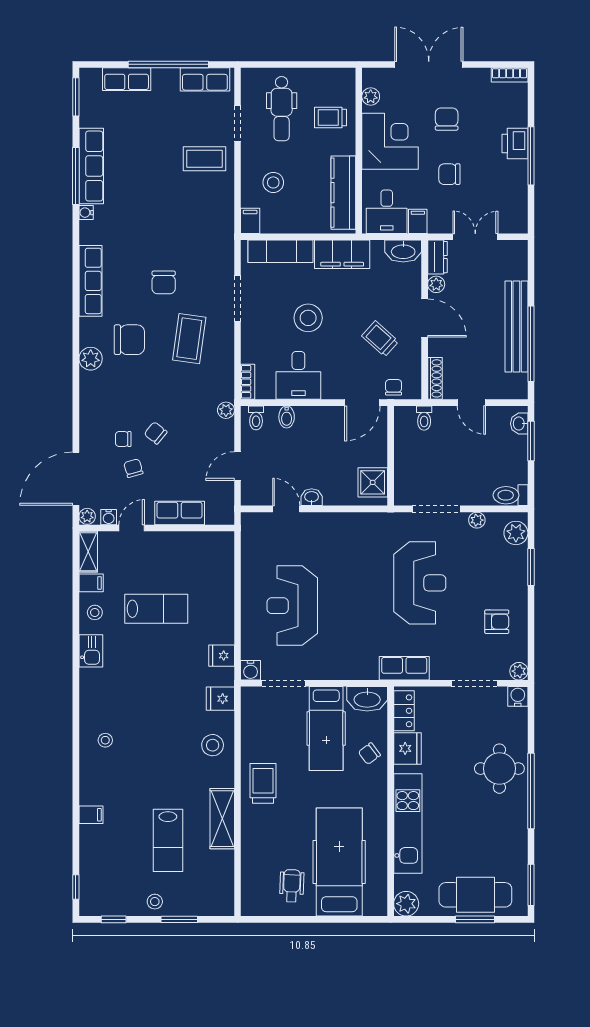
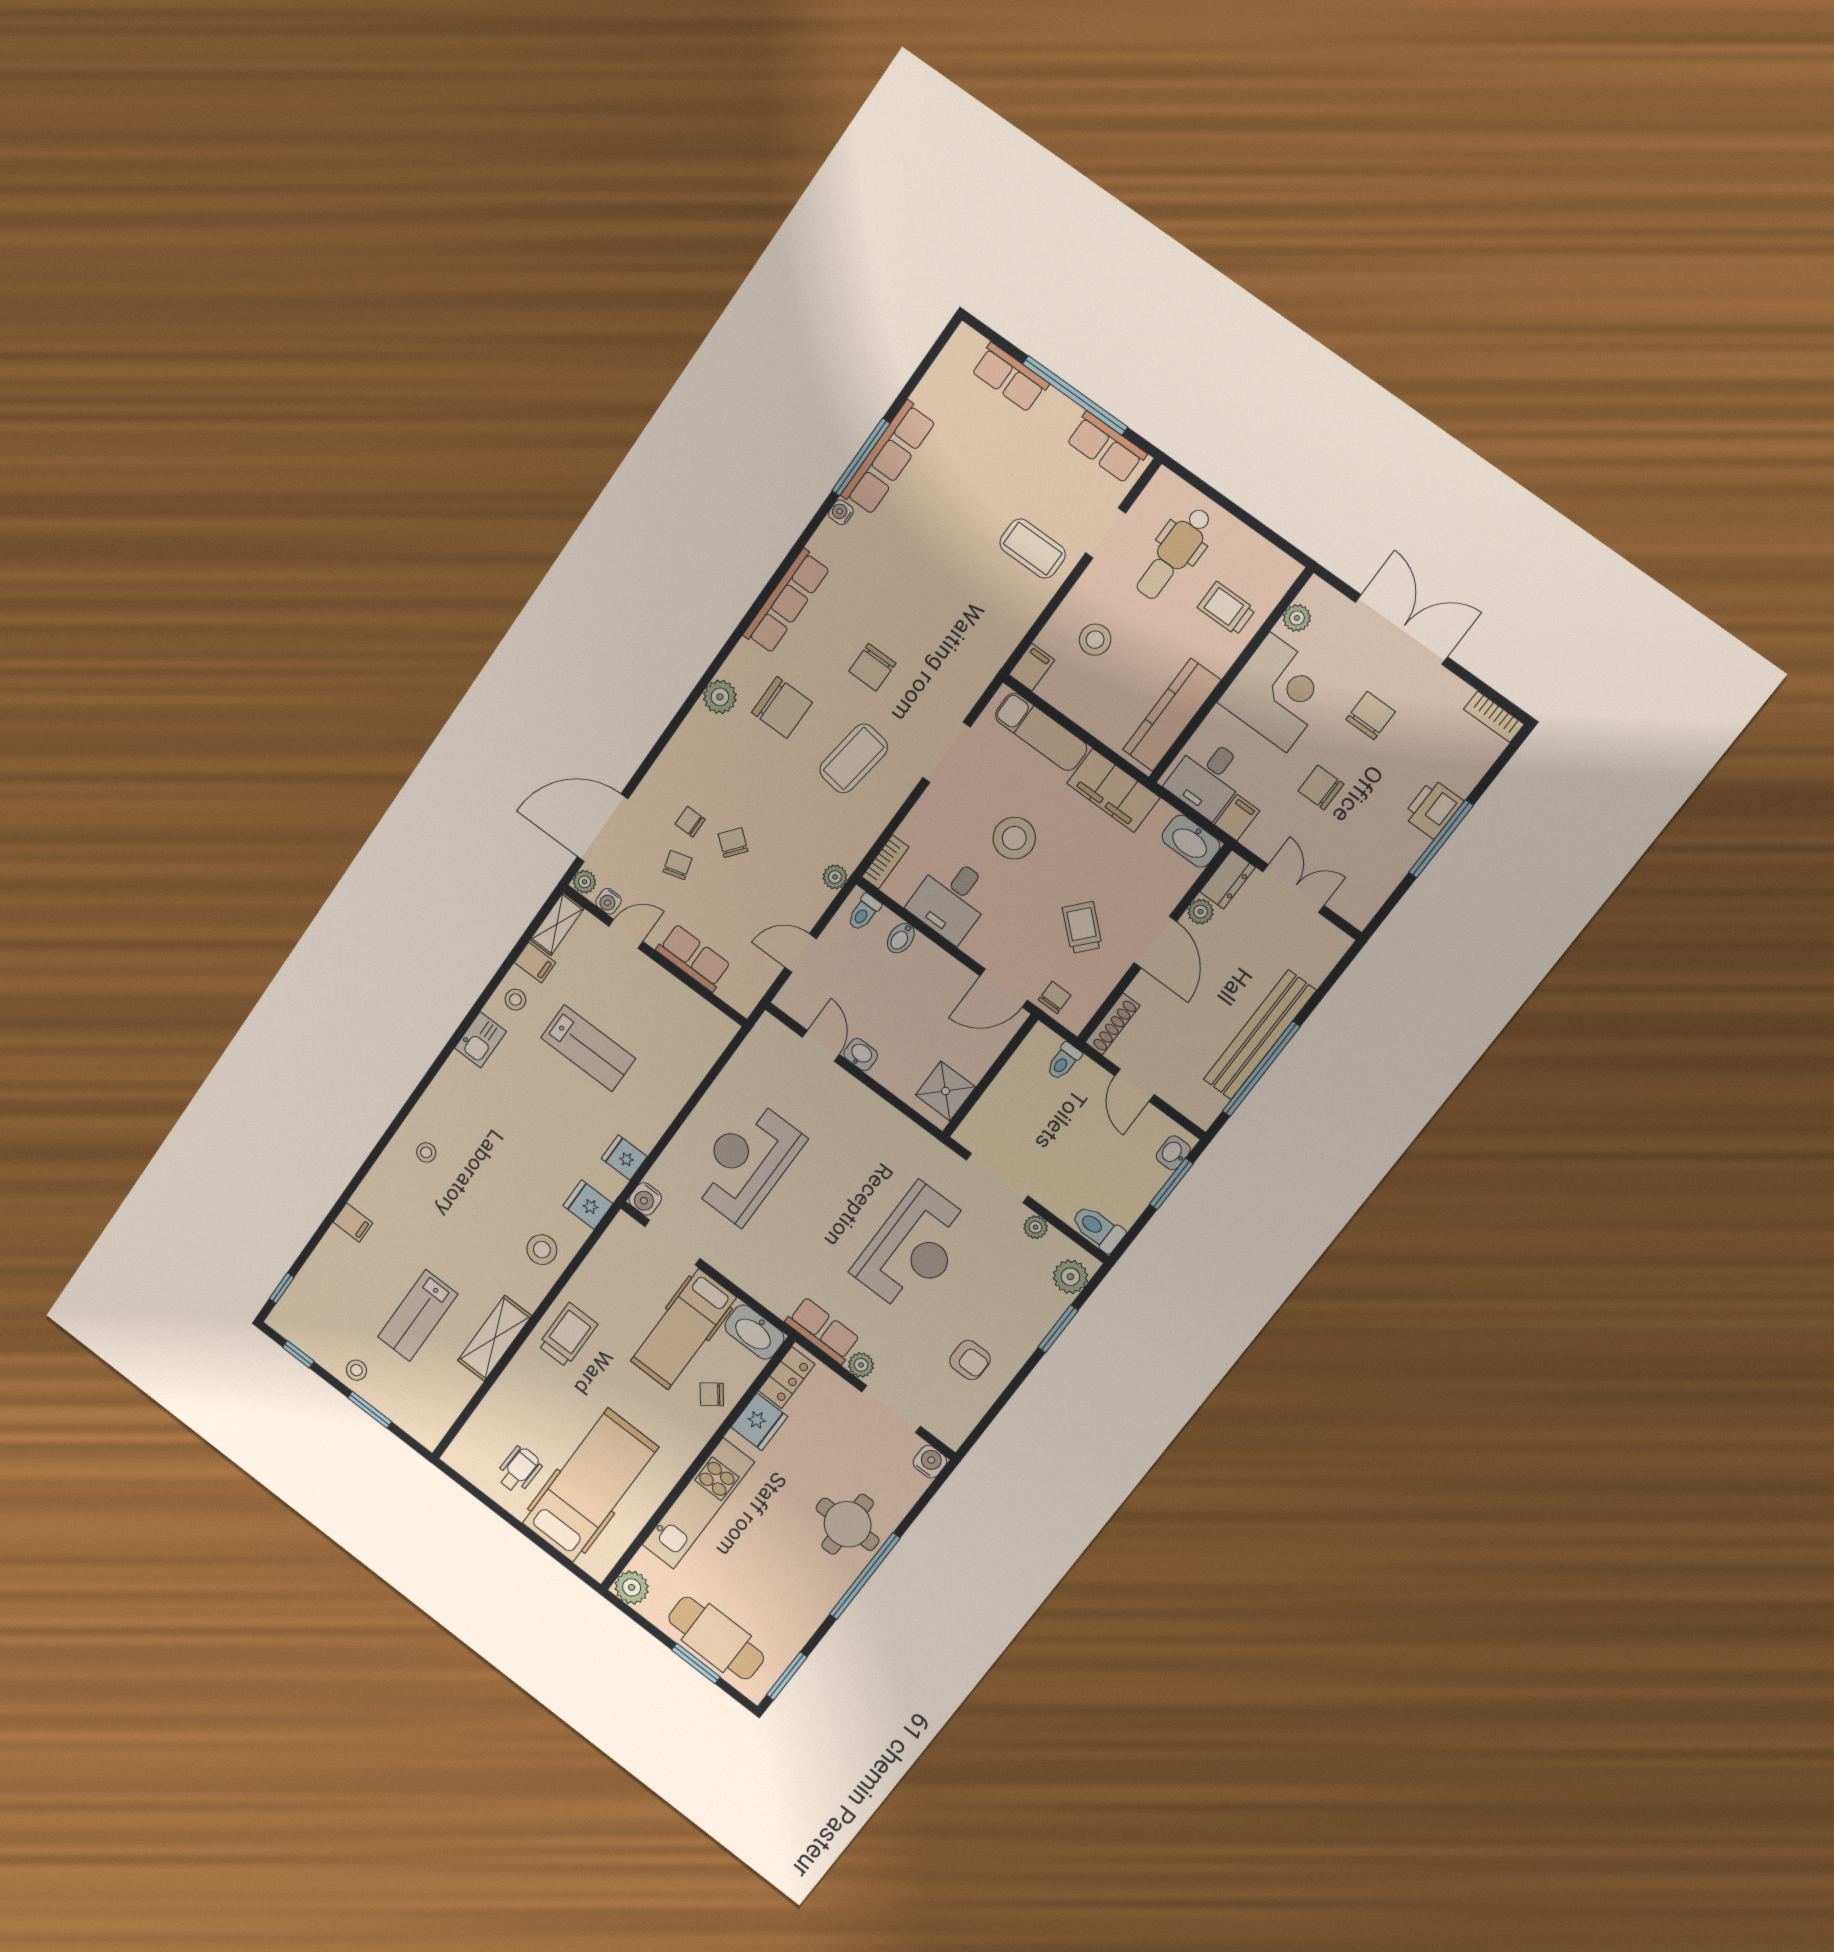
window: (76, 97) -> (932, 356), removed
plant: (519, 671) -> (861, 1365), moved

